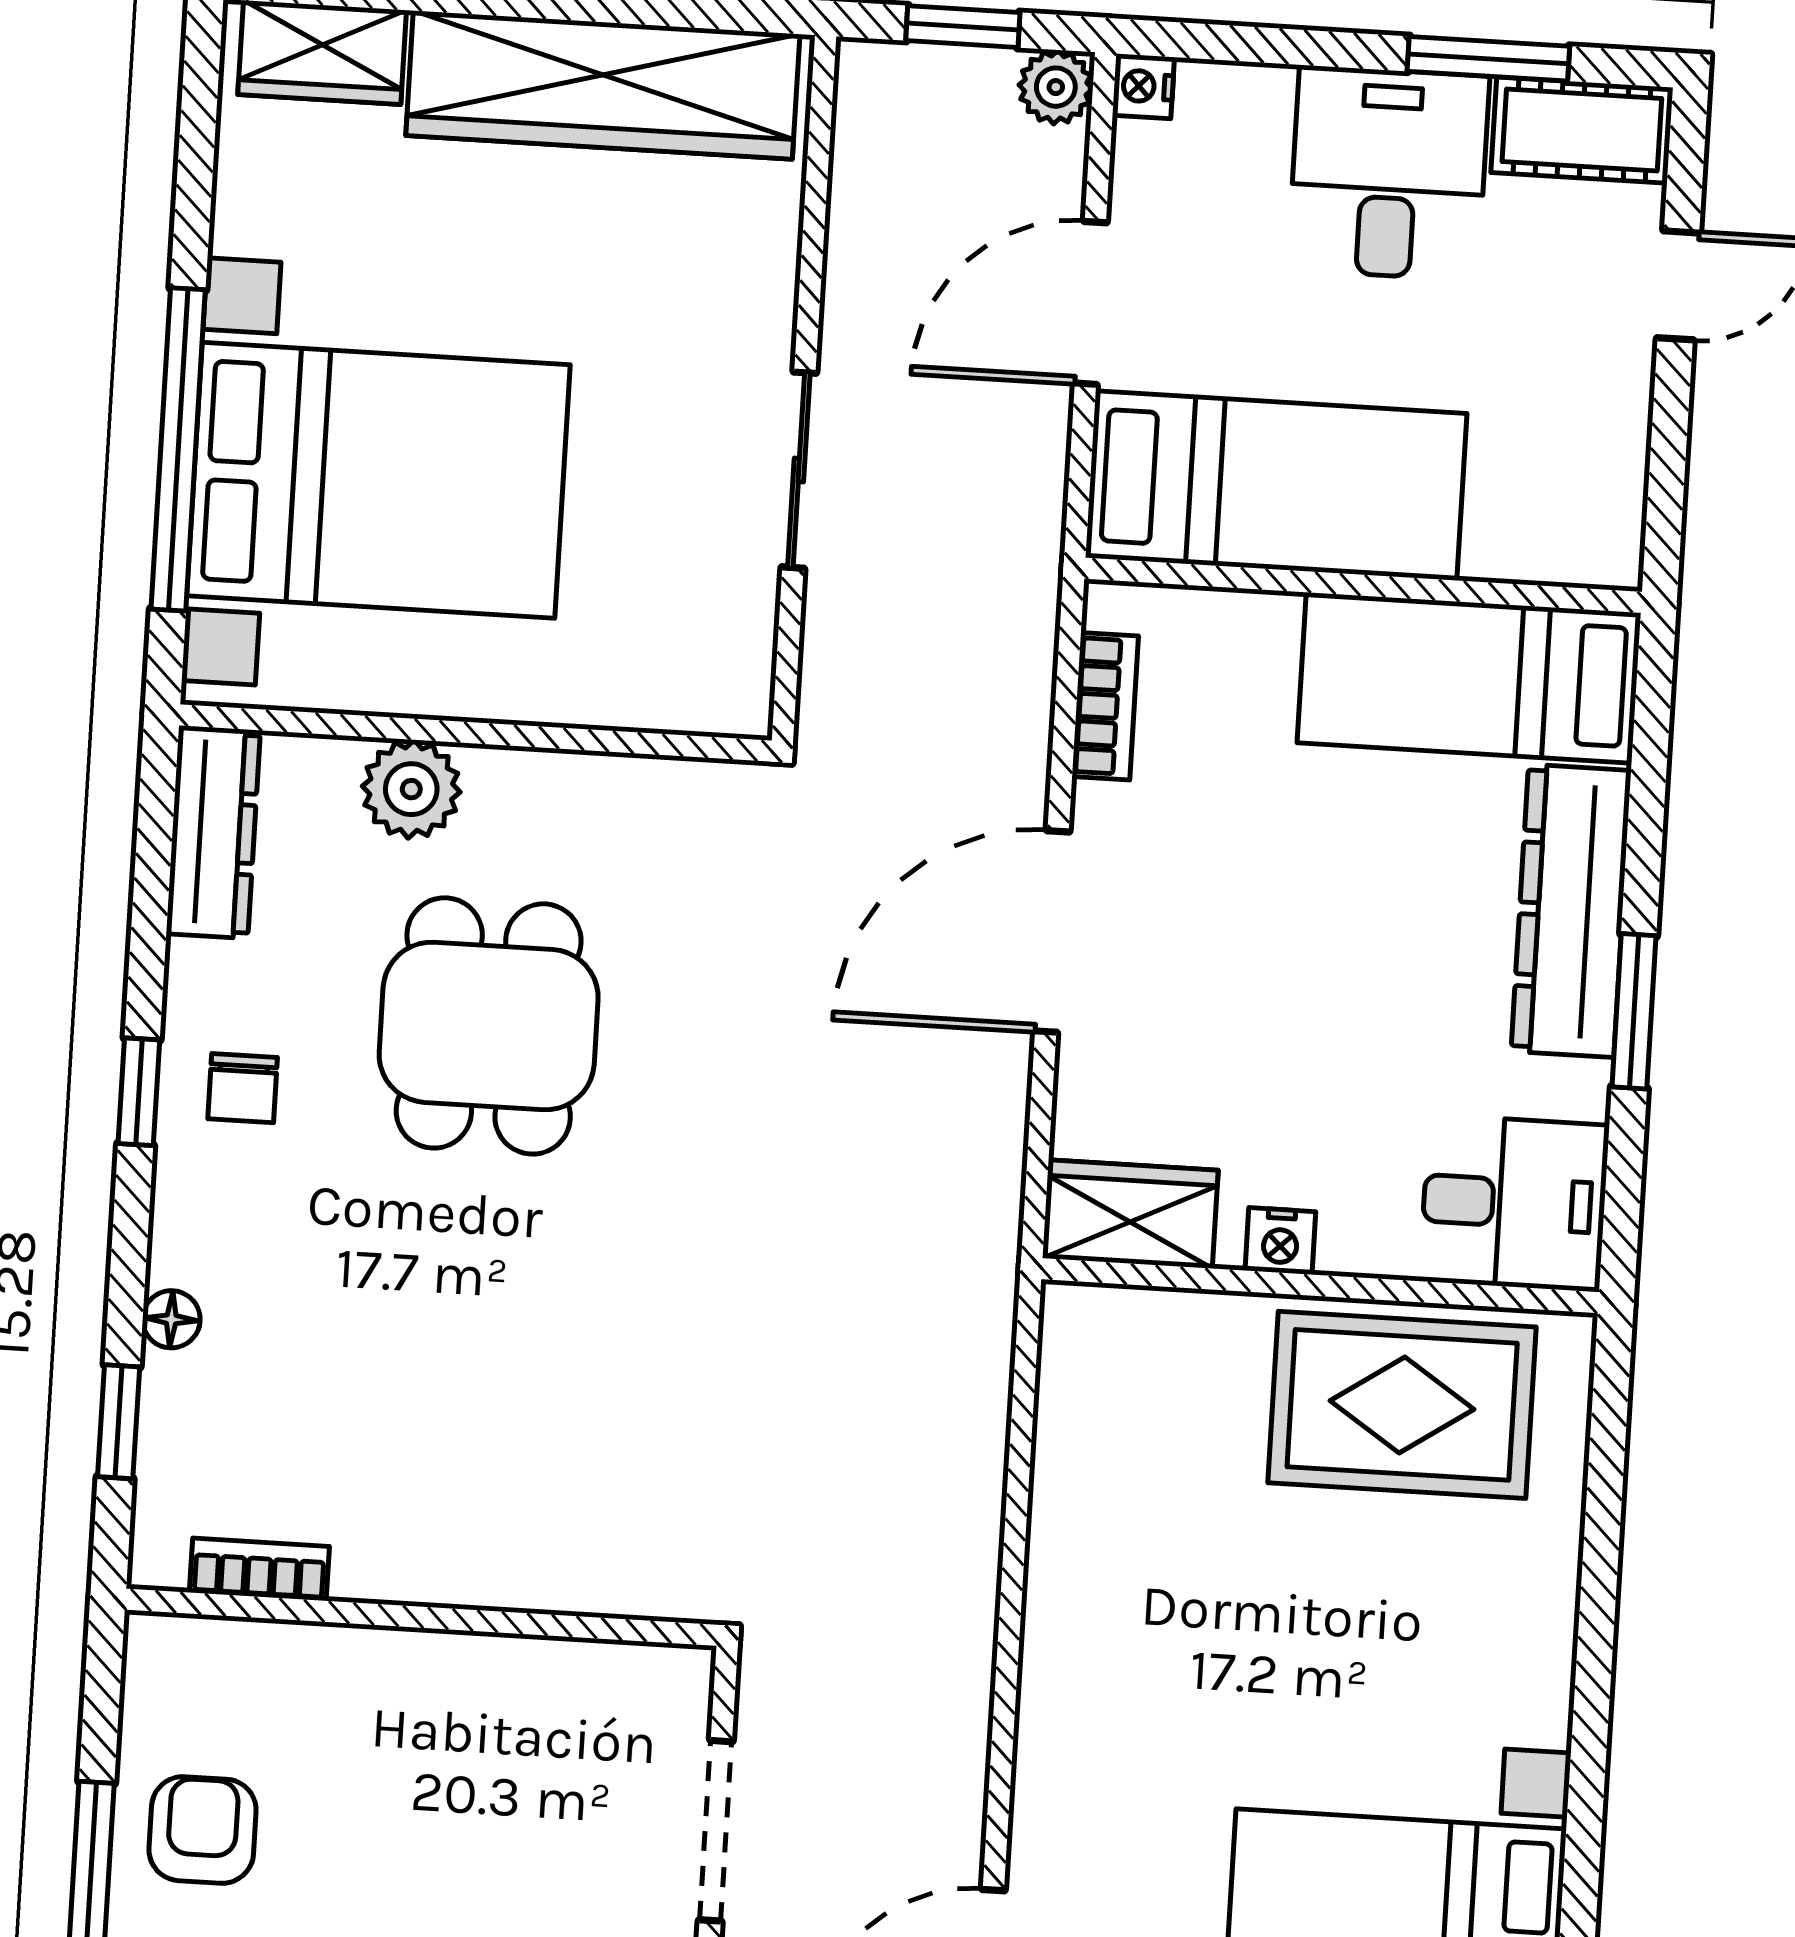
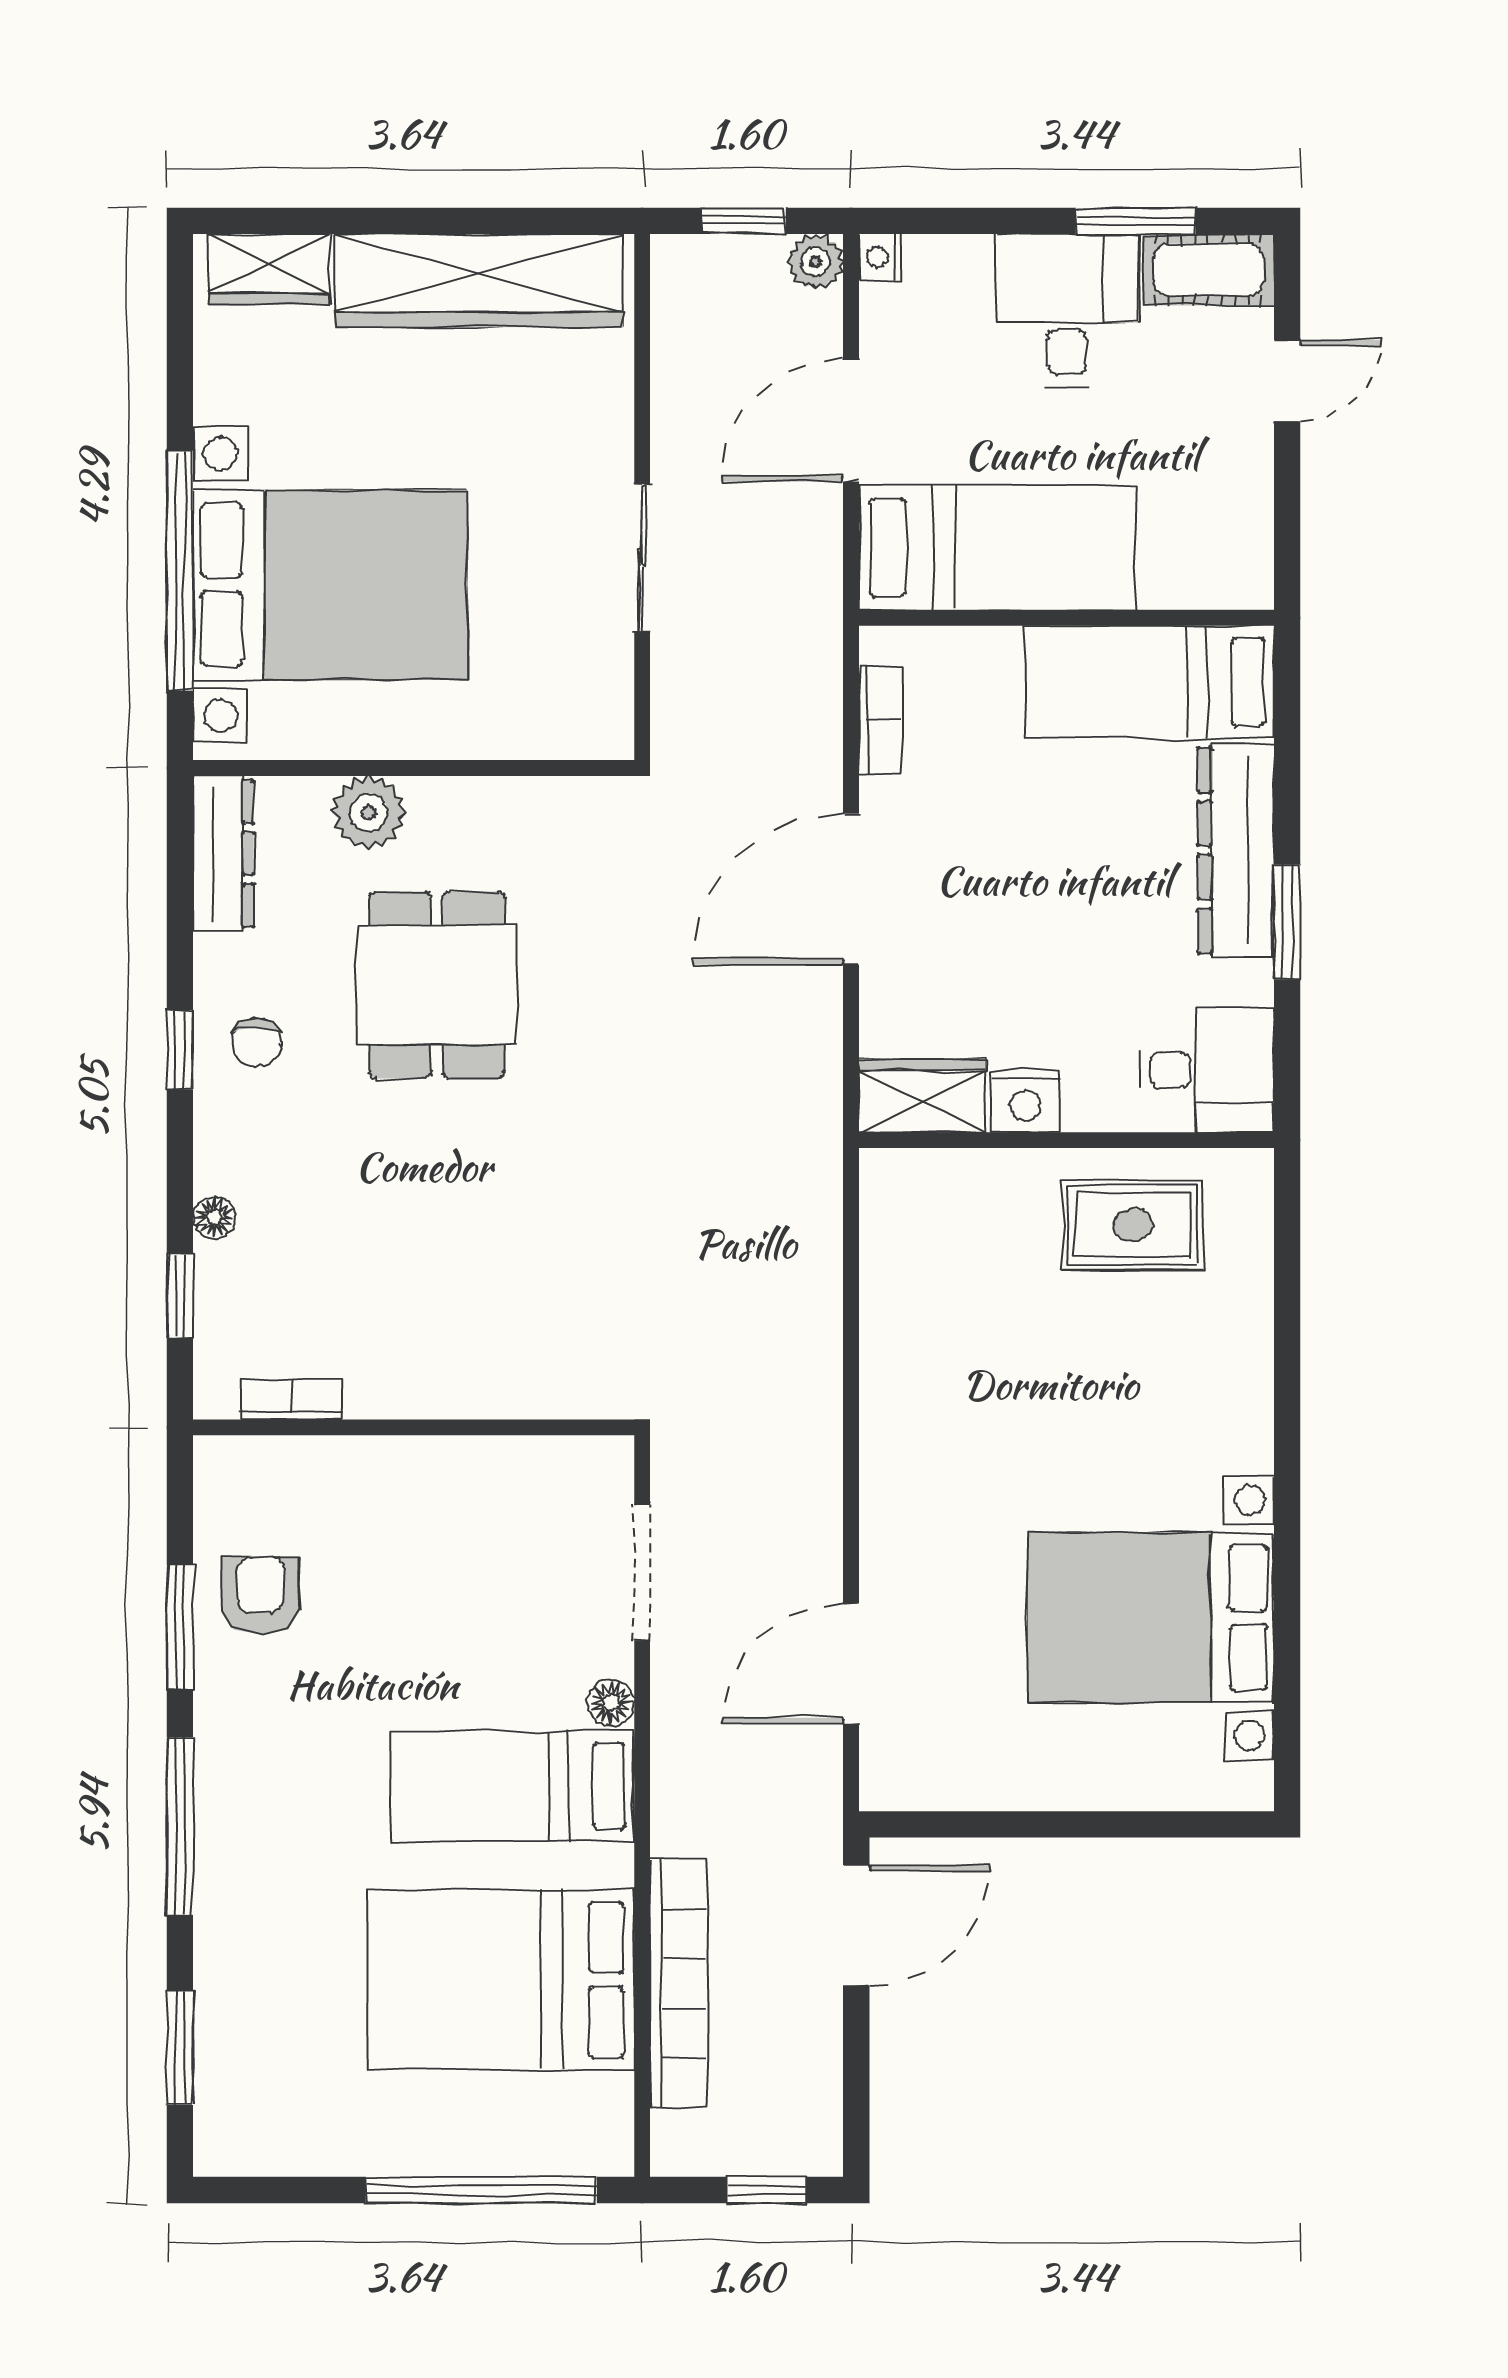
nightstand: (1280, 1241) -> (1025, 1101), width x1.39, depth x1.35
rug: (1402, 1405) -> (1133, 1225), width x0.73, depth x0.70

